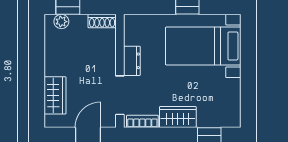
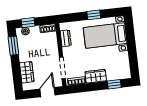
window: (37, 45) -> (13, 46), added
dresser: (132, 61) -> (66, 38), moved

